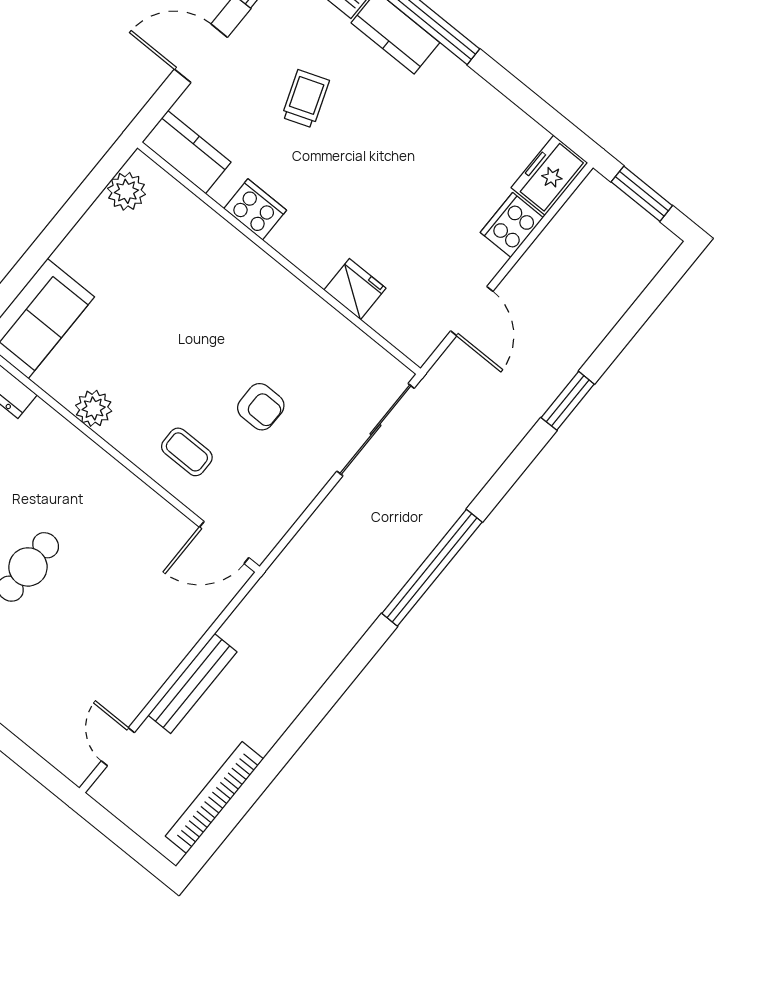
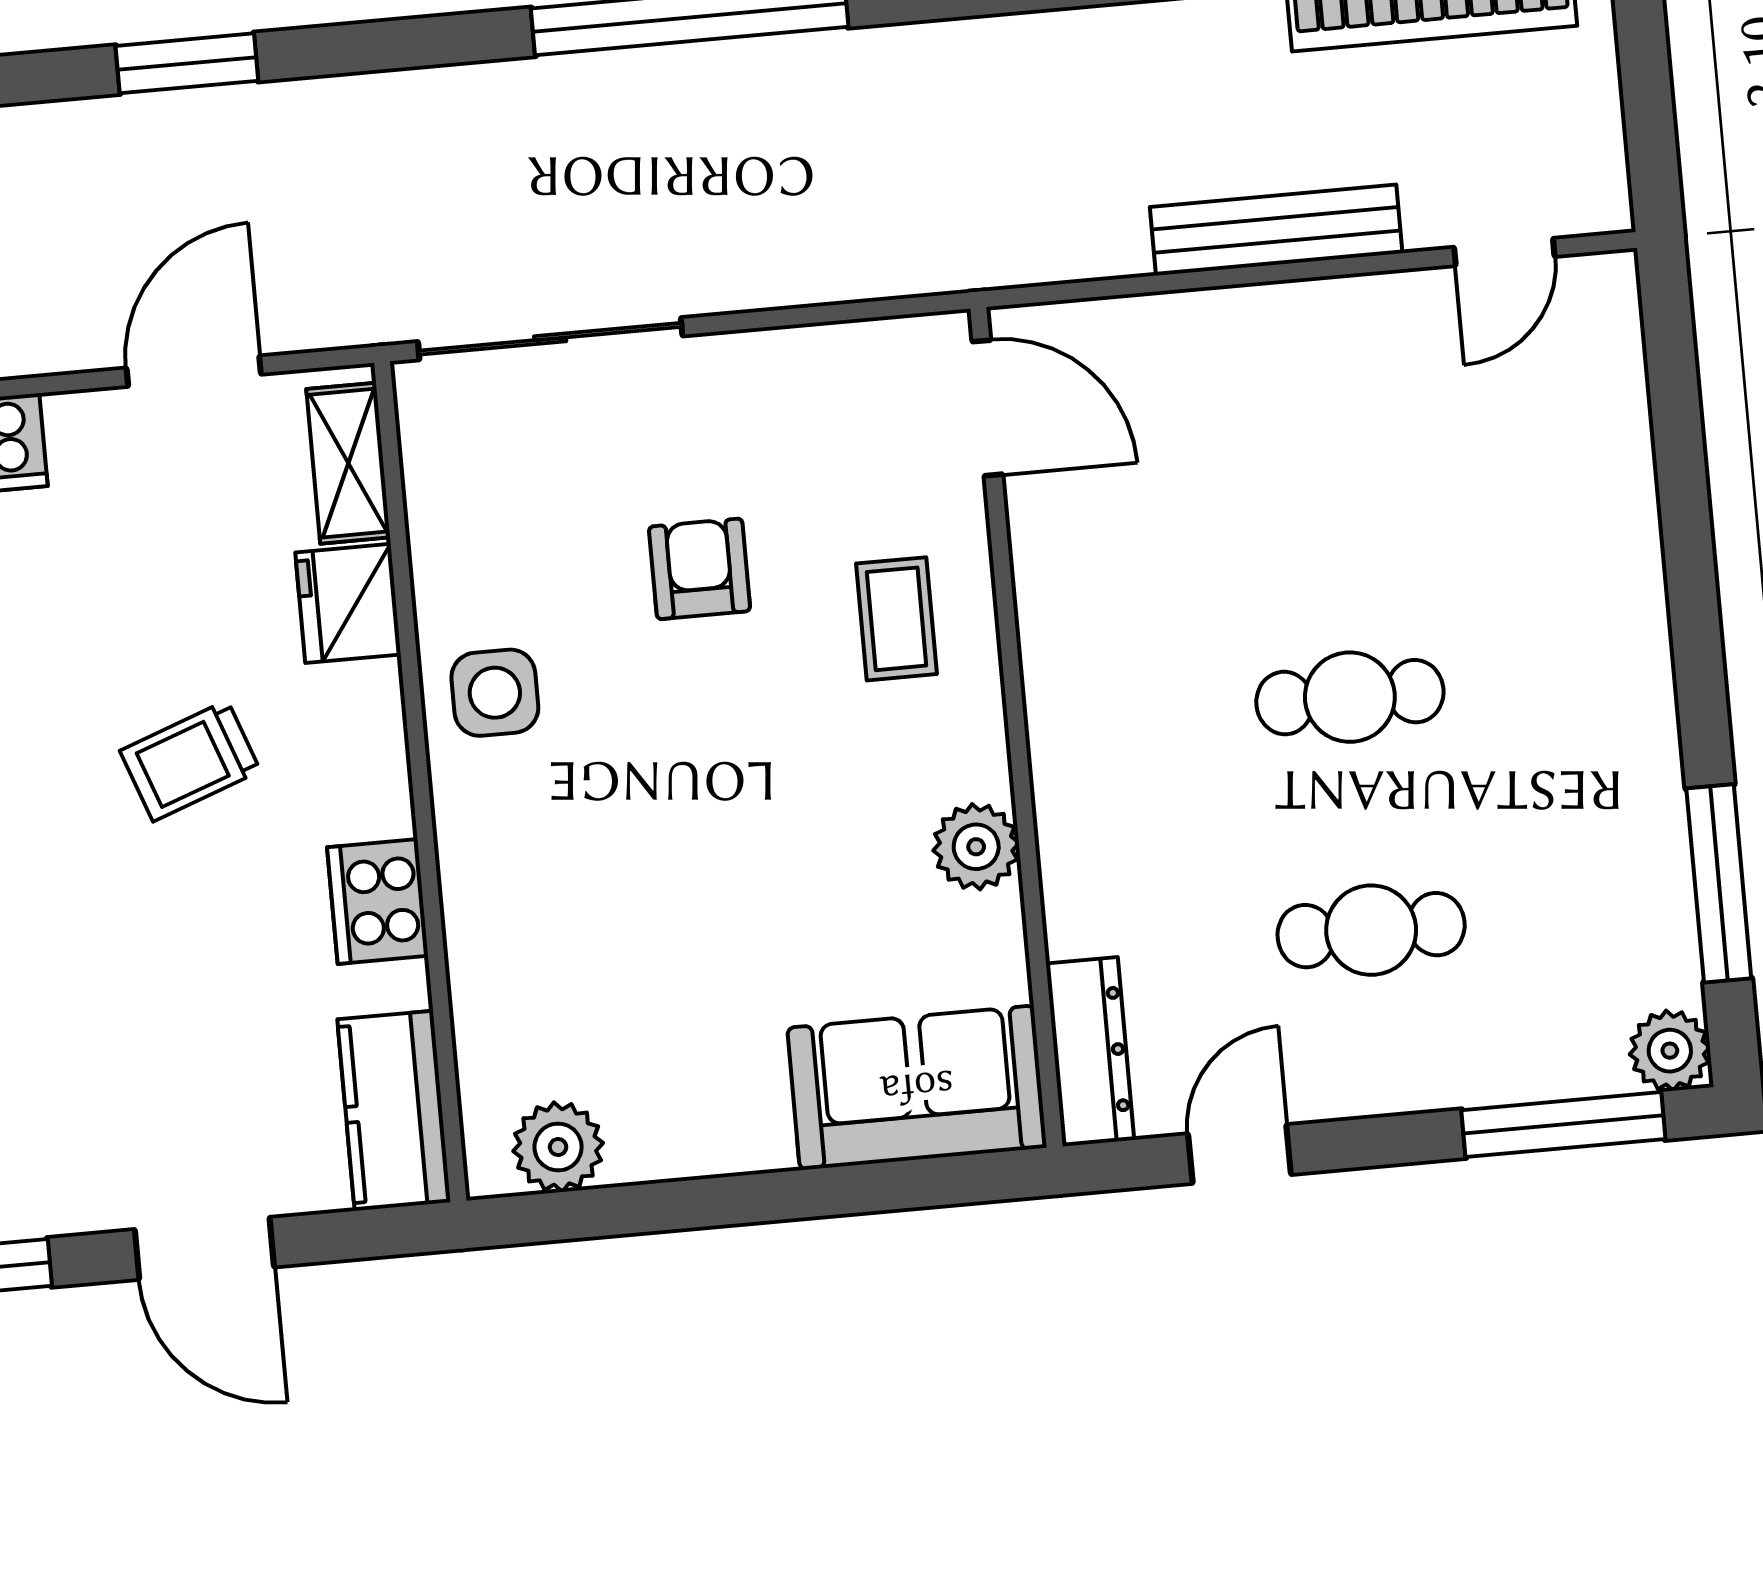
trolley: (305, 99) -> (190, 761), moved
side table: (284, 307) -> (495, 693), added
shelving: (398, 331) -> (348, 463), added

